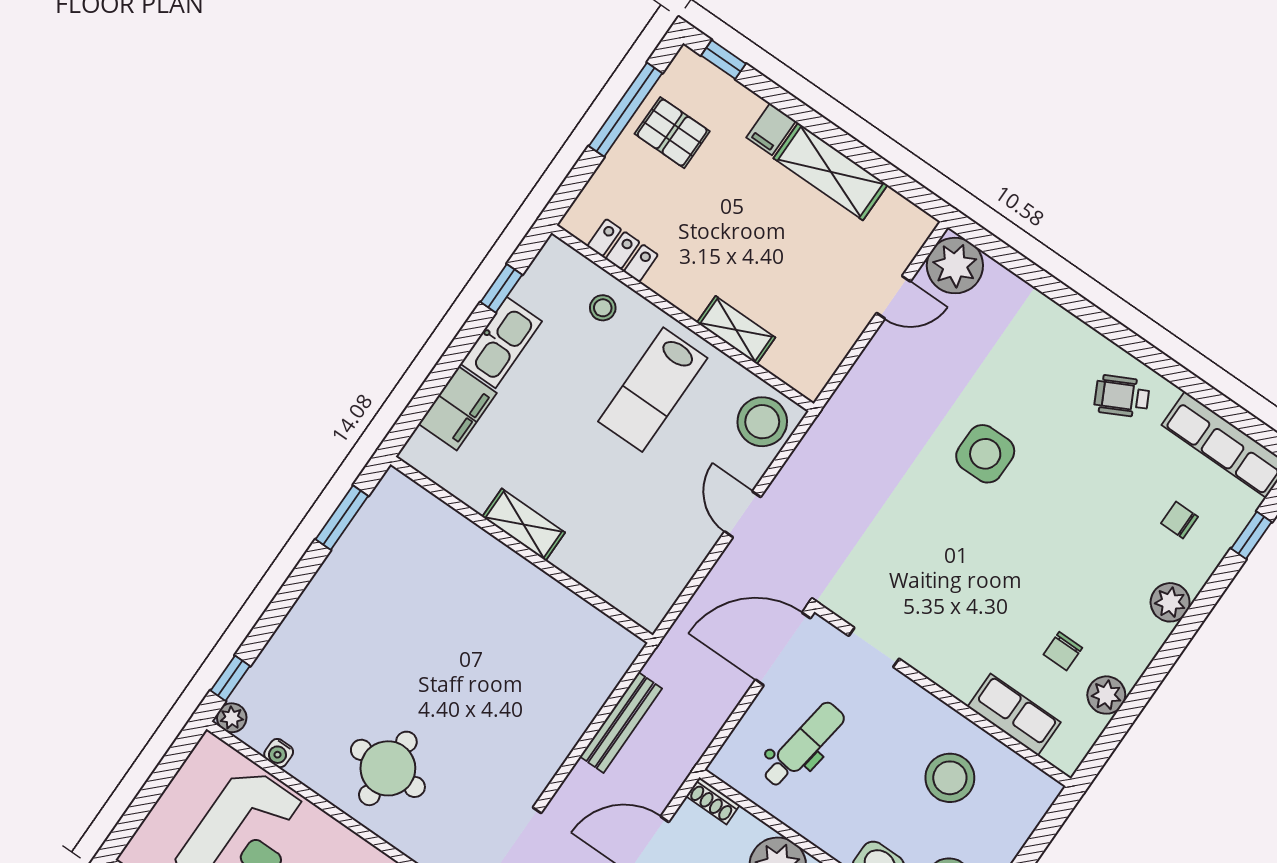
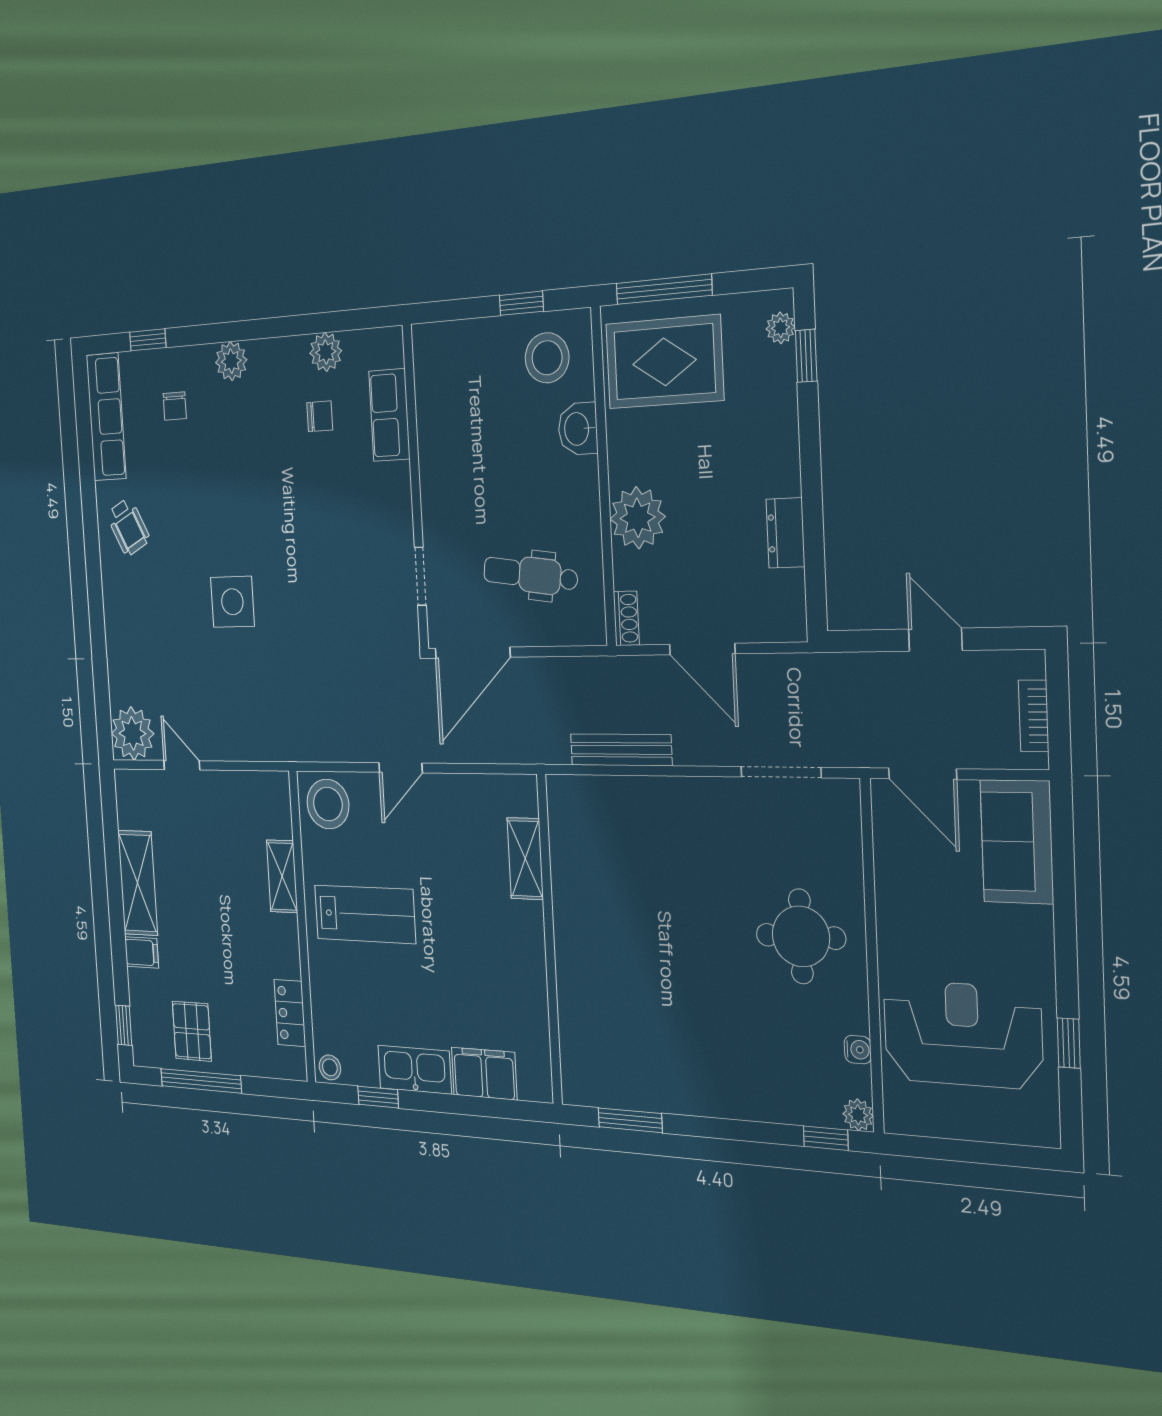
stool: (603, 308) -> (330, 1067), moved
shelving: (524, 525) -> (525, 859), moved
door: (783, 649) -> (472, 653), hinge flipped
stool: (950, 778) -> (470, 427), removed

